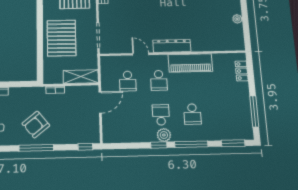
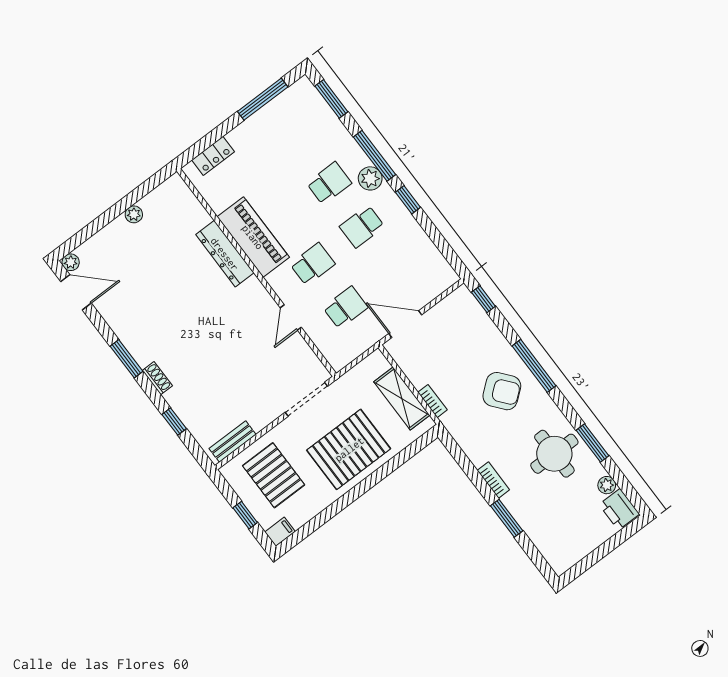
dresser: (172, 46) -> (225, 254), moved
shelving: (81, 77) -> (402, 398), moved
plant: (164, 135) -> (370, 178), moved

